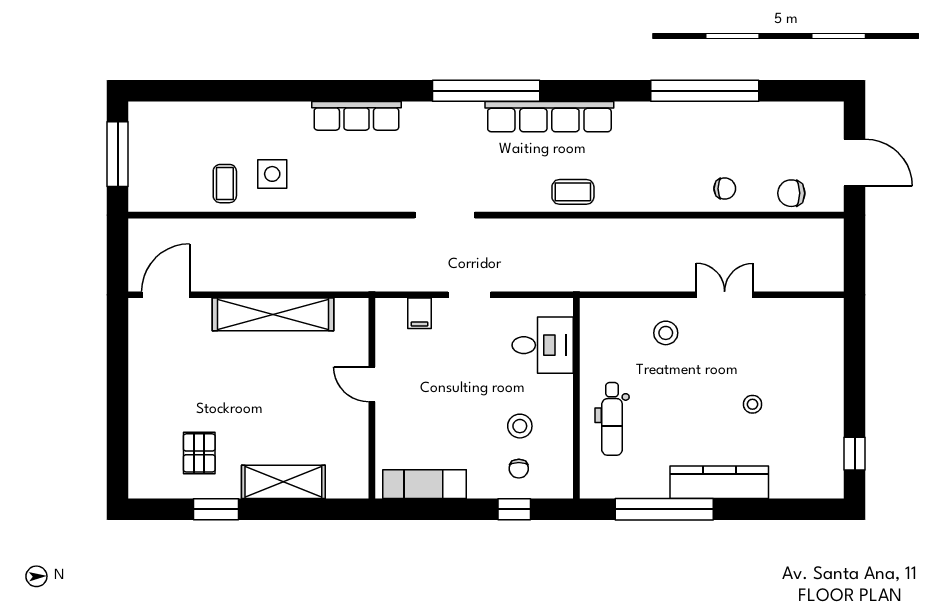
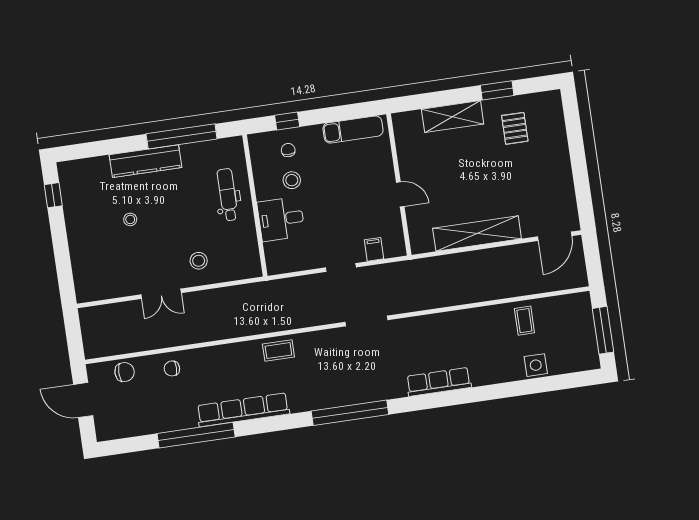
row of seats: (549, 117) -> (243, 410), moved
side table: (272, 174) -> (536, 365), moved
desk: (543, 345) -> (281, 219), moved

